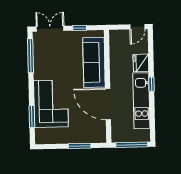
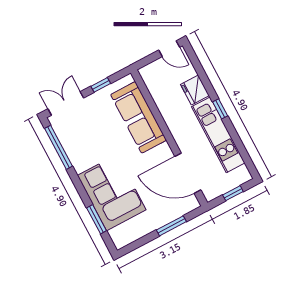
door: (137, 27) -> (169, 49), hinge flipped
door: (108, 104) -> (188, 173), moved
window: (132, 145) -> (233, 193), width x0.46

